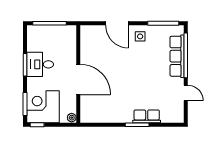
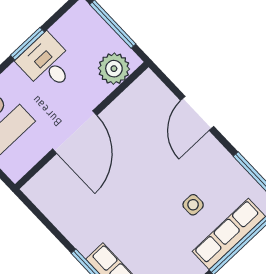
side table: (140, 36) -> (193, 205), moved
plant: (72, 118) -> (114, 69), moved, width x1.88, depth x1.88

